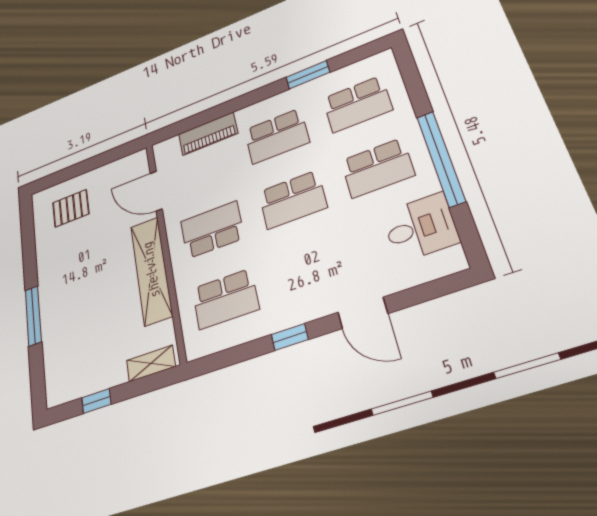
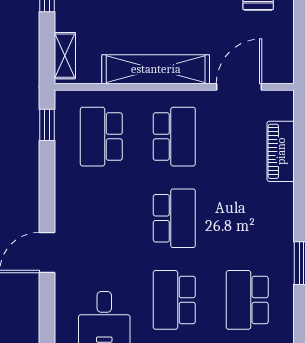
school desk: (277, 136) -> (247, 218), removed
school desk: (293, 200) -> (174, 218), turned 180
window: (290, 337) -> (47, 125), moved

